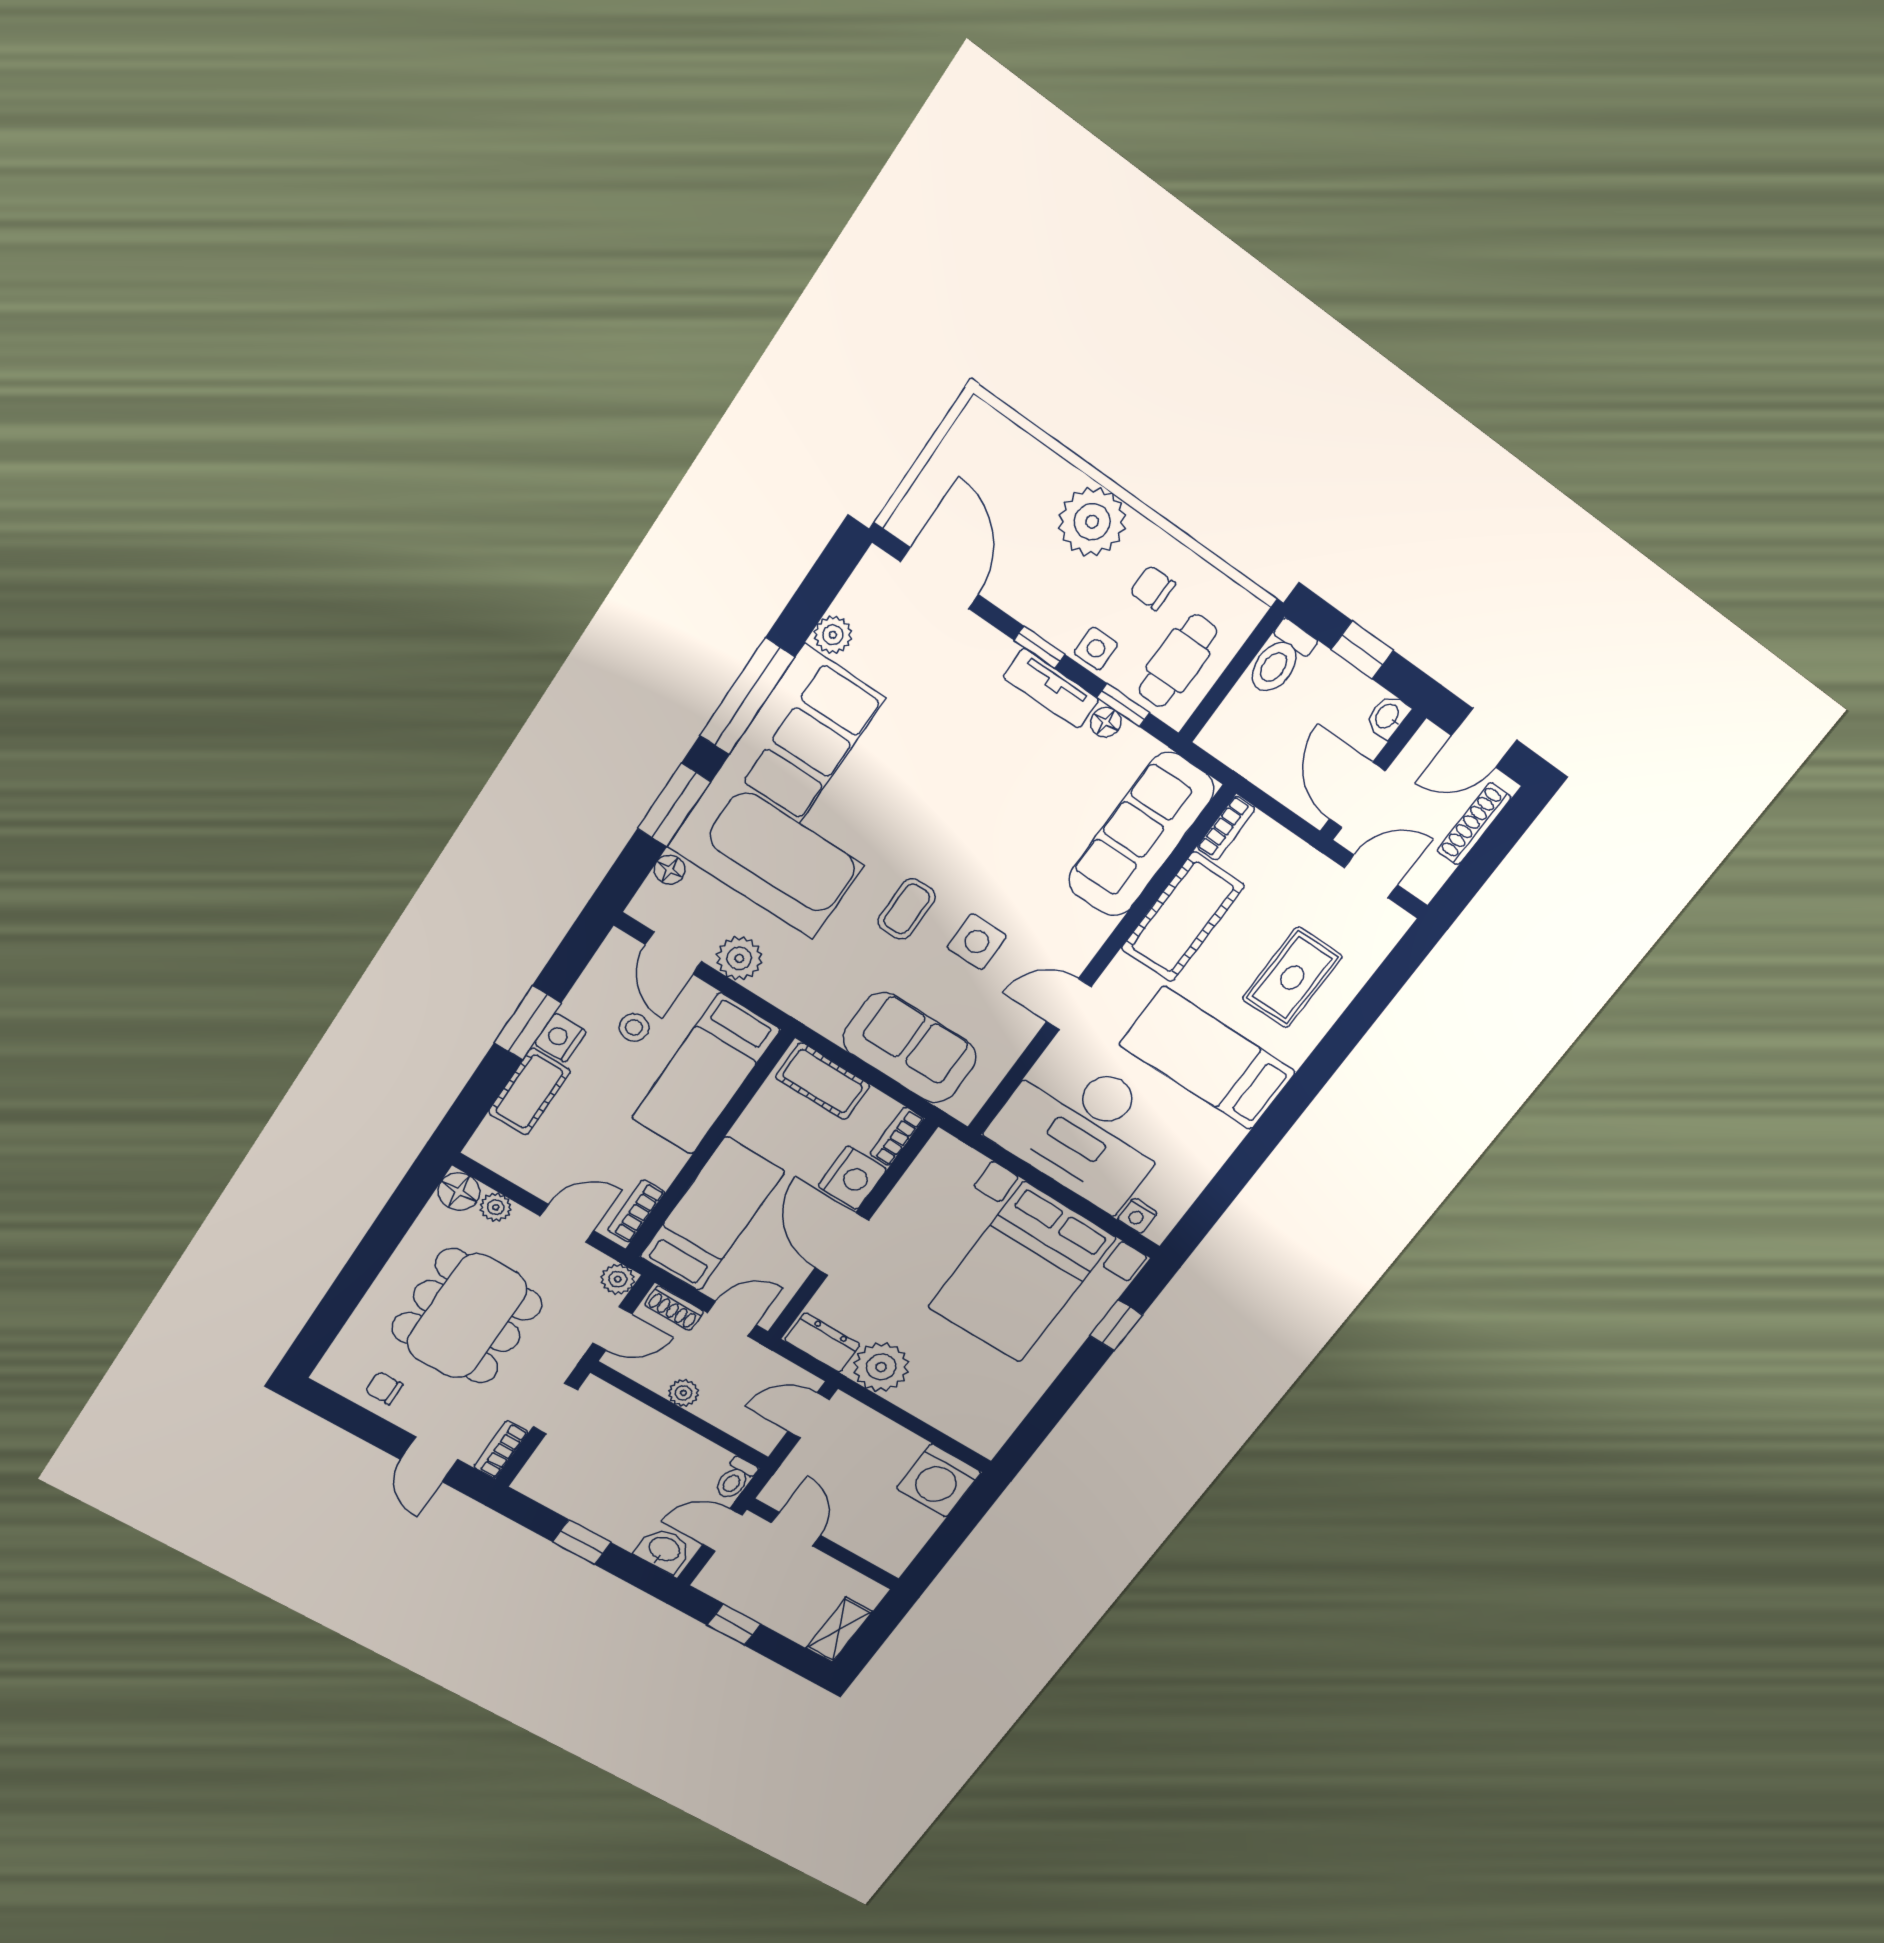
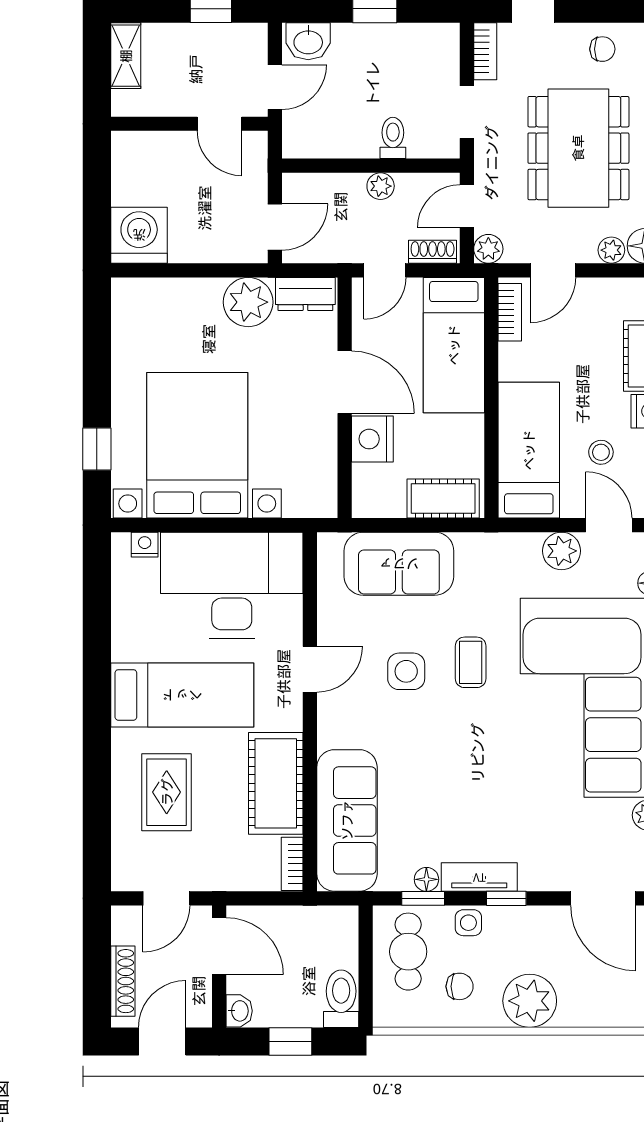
bookcase: (897, 1136) -> (362, 492), removed
toilet: (735, 1479) -> (393, 138), moved

